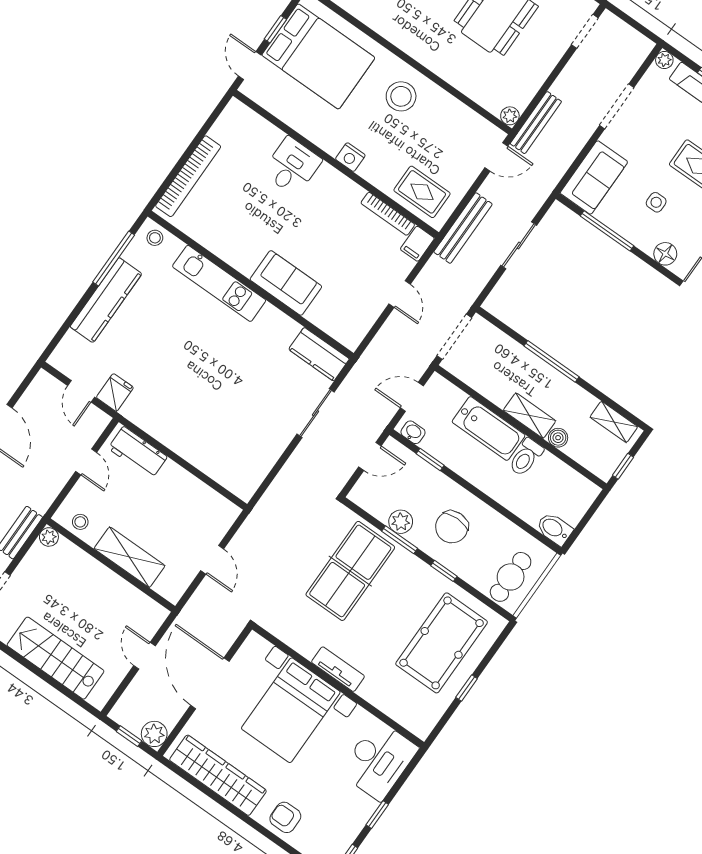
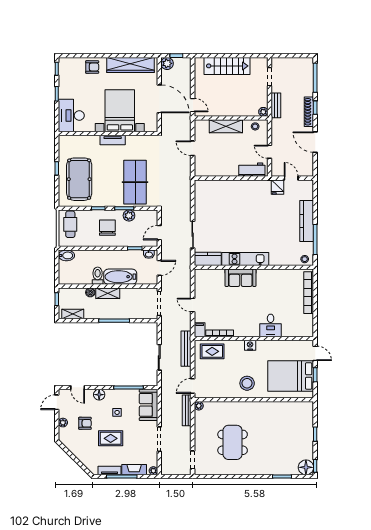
kitchen unit: (219, 283) -> (245, 259), moved
door: (144, 656) -> (193, 105), moved

